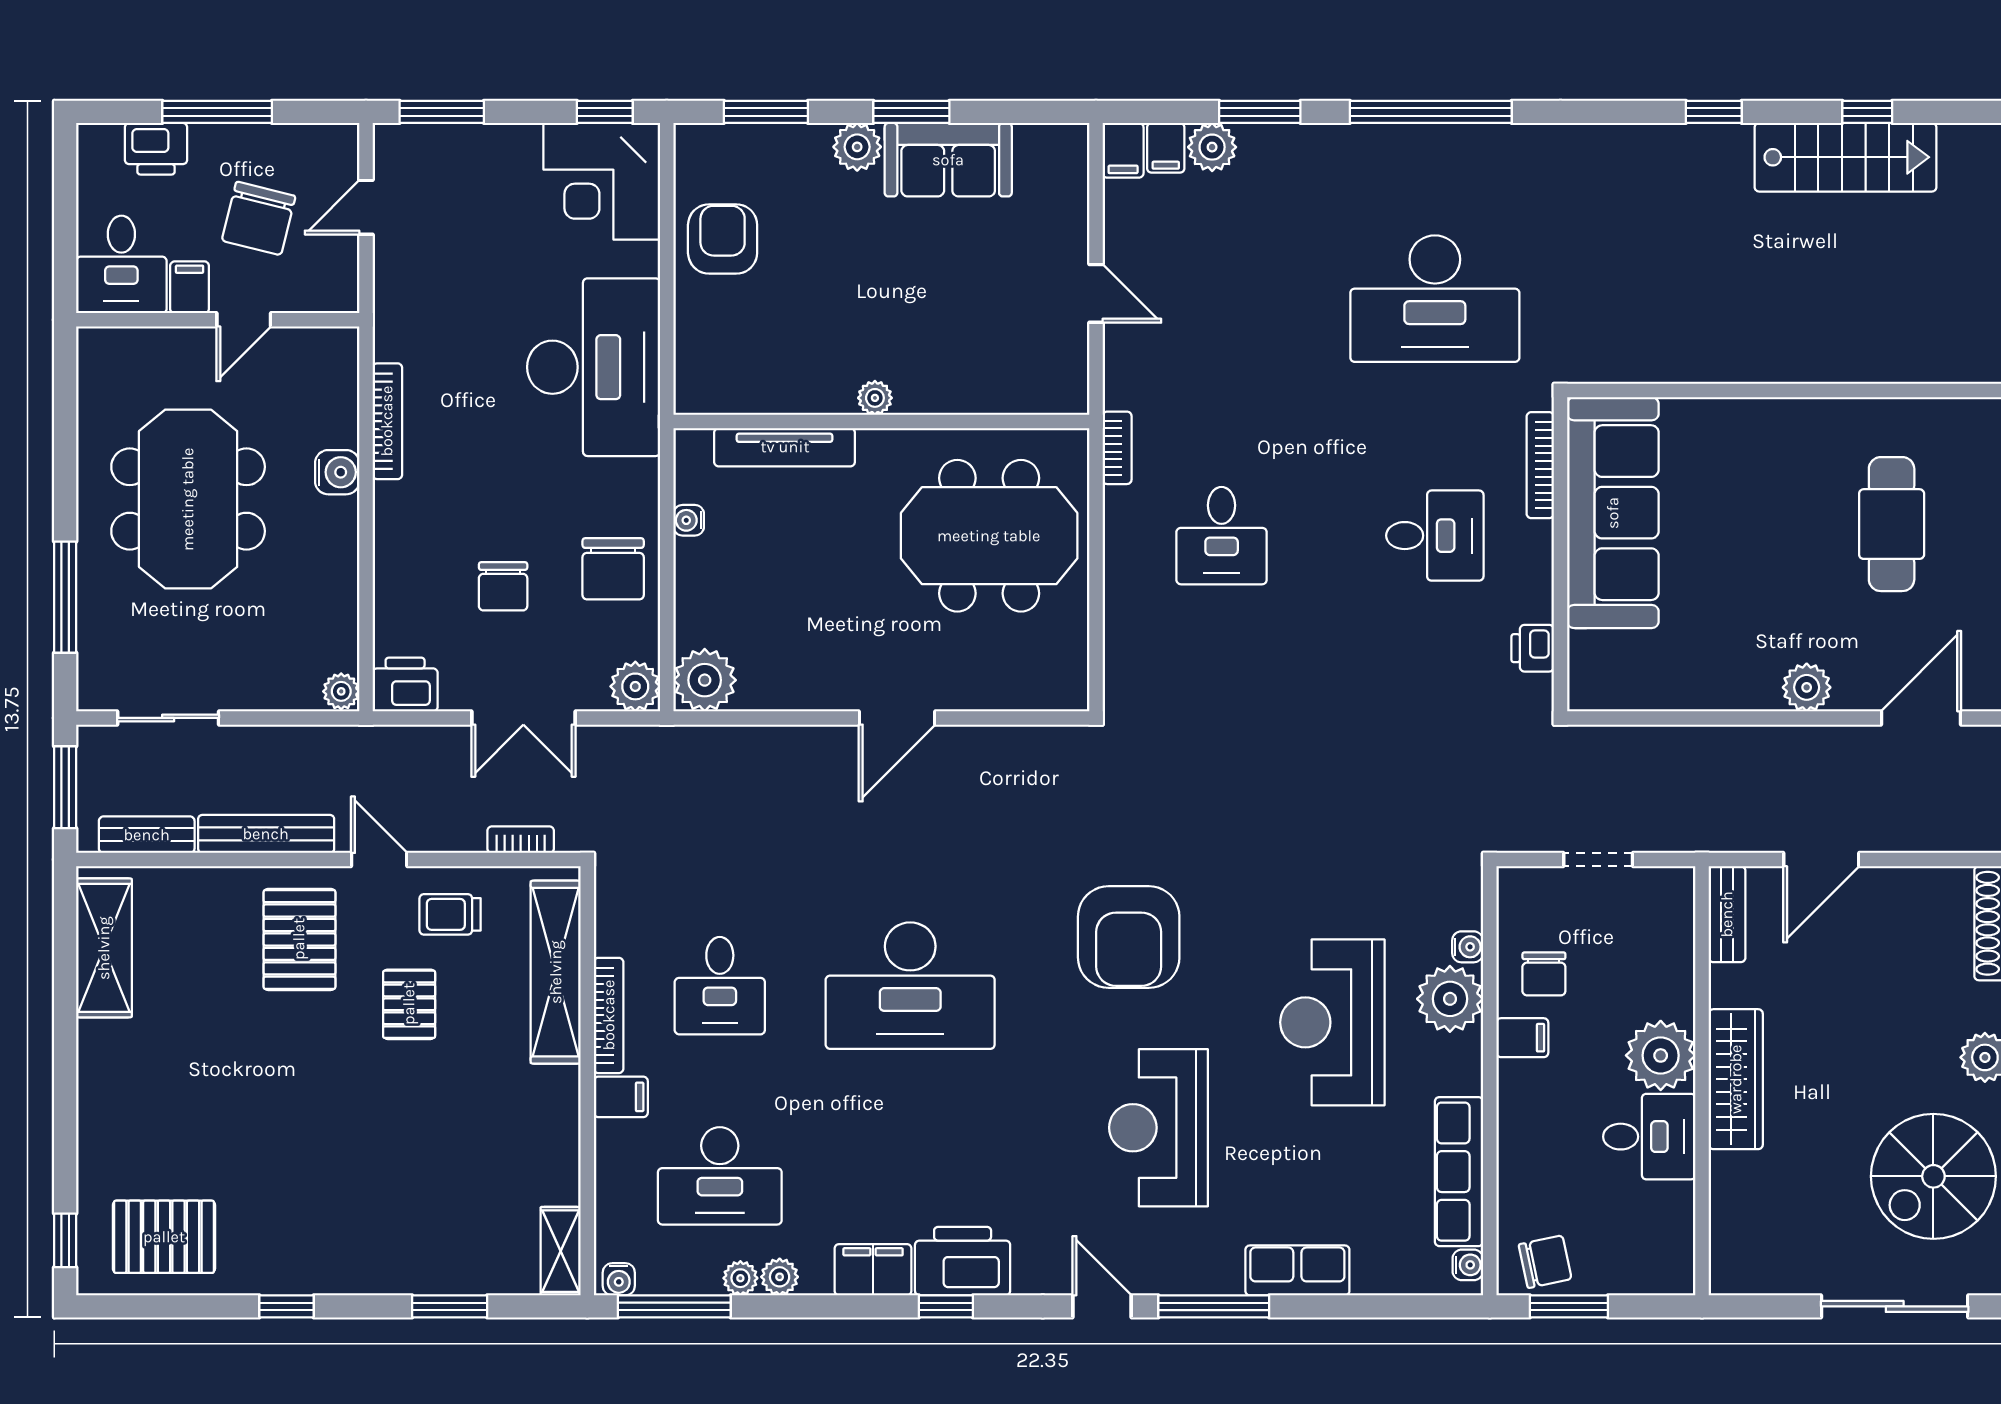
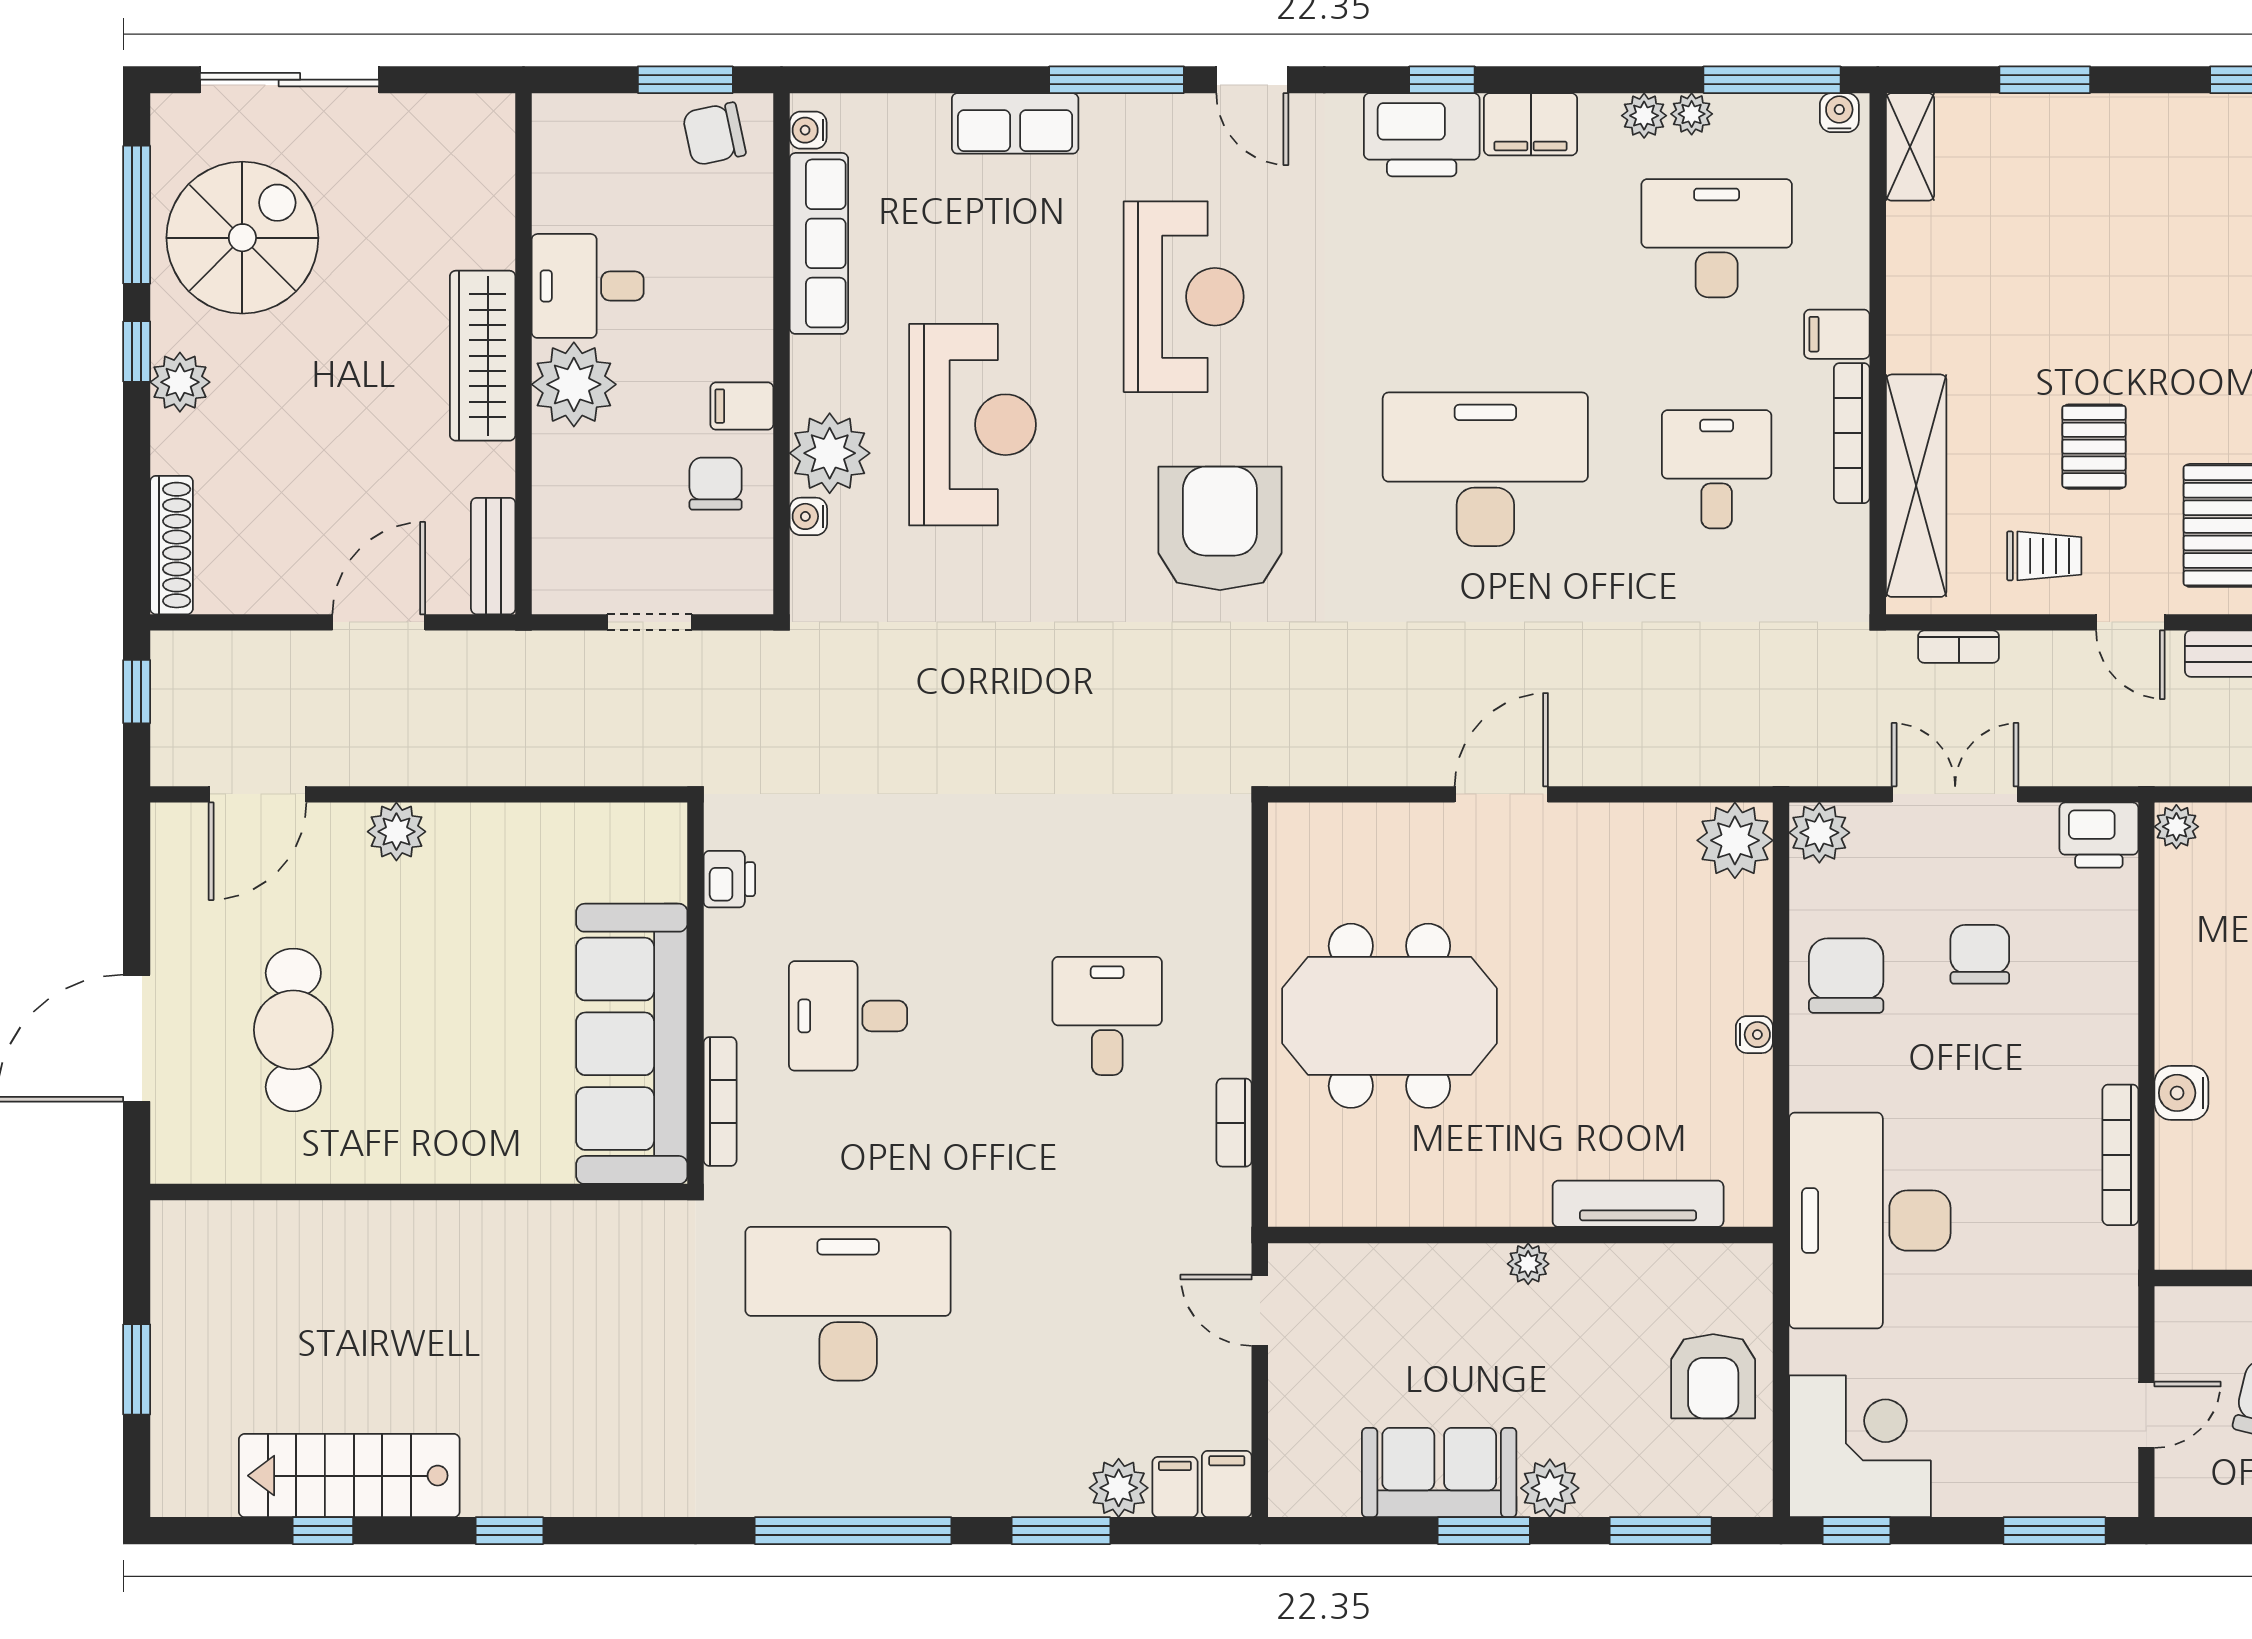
plant: (875, 398) -> (1528, 1264), moved
wall: (881, 422) -> (1520, 1235), moved
tv unit: (785, 447) -> (1638, 1204), moved

